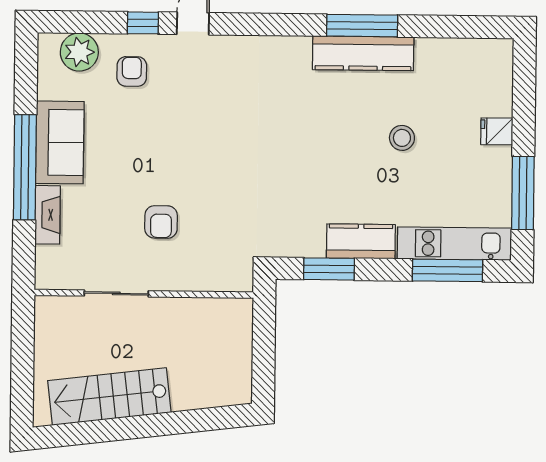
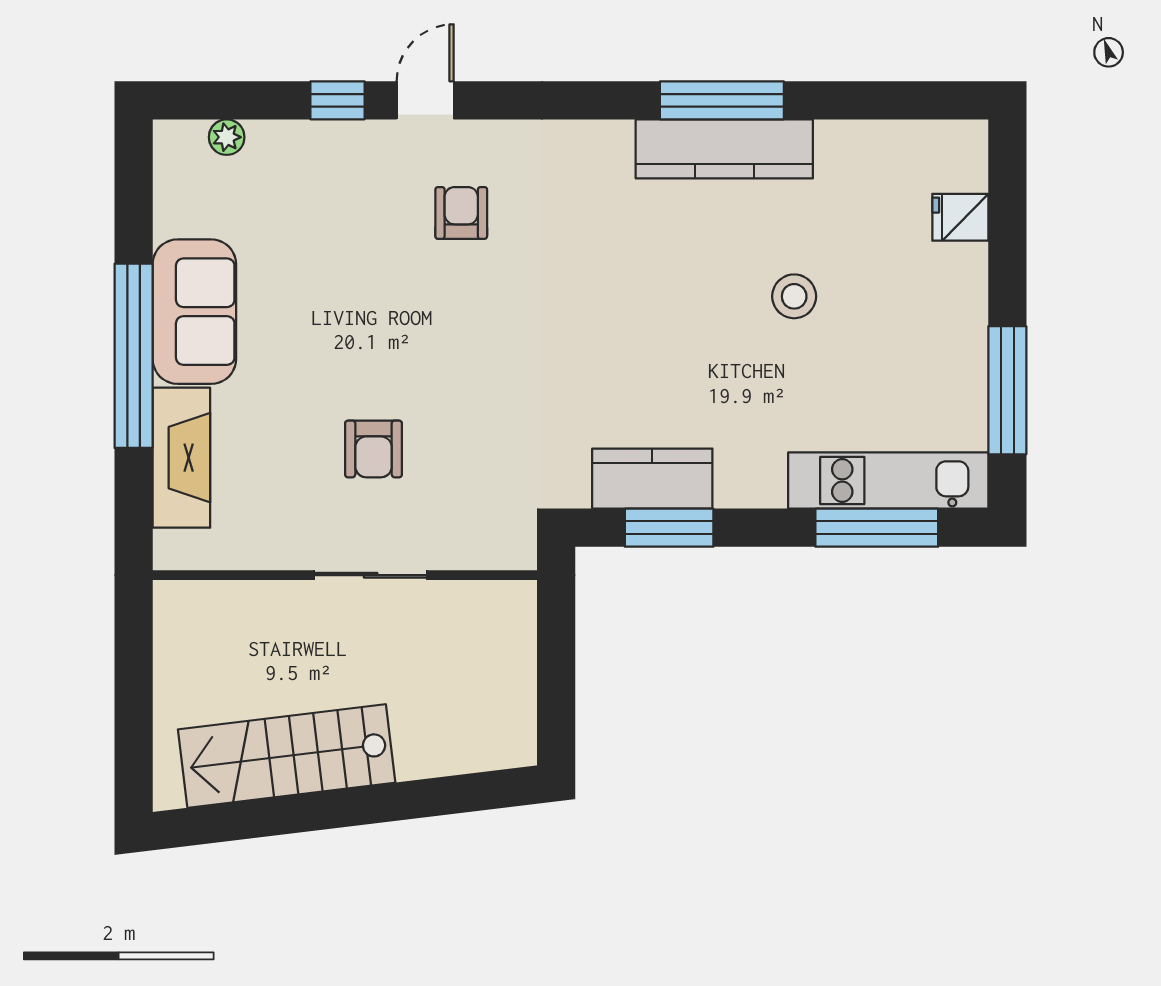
plant: (79, 52) -> (227, 137), width x0.53, depth x0.53
armchair: (132, 71) -> (461, 213), moved
fridge: (497, 131) -> (960, 217), moved
fireplace: (48, 215) -> (181, 458), width x1.37, depth x1.32
kitchen counter: (361, 241) -> (652, 479), moved
sliding door: (116, 293) -> (371, 575), moved

